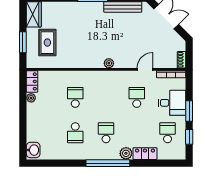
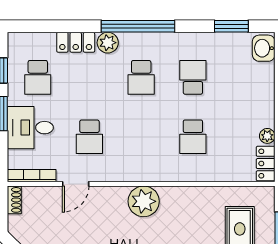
plant: (109, 63) -> (144, 201), width x1.87, depth x1.87
window: (52, 163) -> (231, 26), added

